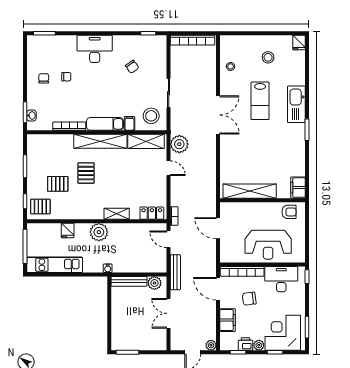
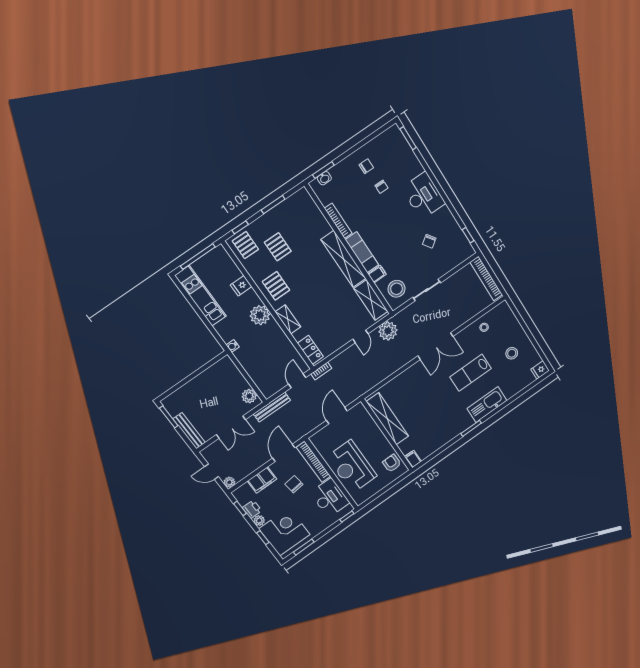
pallet: (86, 173) -> (276, 286), moved, turned 90
filing cabinet: (298, 188) -> (413, 459), width x0.50
armchair: (289, 212) -> (392, 463), turned 180
bench: (129, 281) -> (189, 431), moved
double door: (169, 313) -> (231, 427), swing flipped

